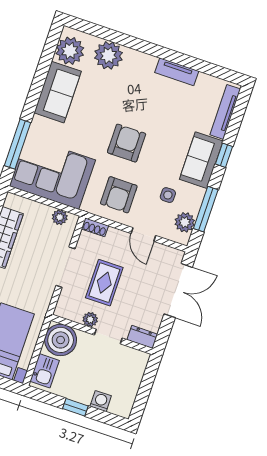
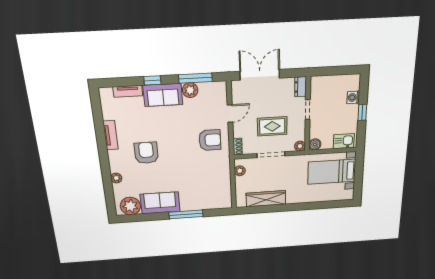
plant: (109, 55) -> (116, 178), width x0.53, depth x0.53
tv unit: (225, 112) -> (128, 91), width x0.71
armchair: (127, 143) -> (146, 153), moved, turned 90
window: (17, 144) -> (186, 214), moved
corner sofa: (52, 173) -> (213, 186), removed
side table: (168, 195) -> (197, 108), removed
plant: (185, 222) -> (190, 90), moved
plant: (90, 319) -> (300, 146), moved
boiler: (61, 340) -> (315, 144), width x0.54, depth x0.54

